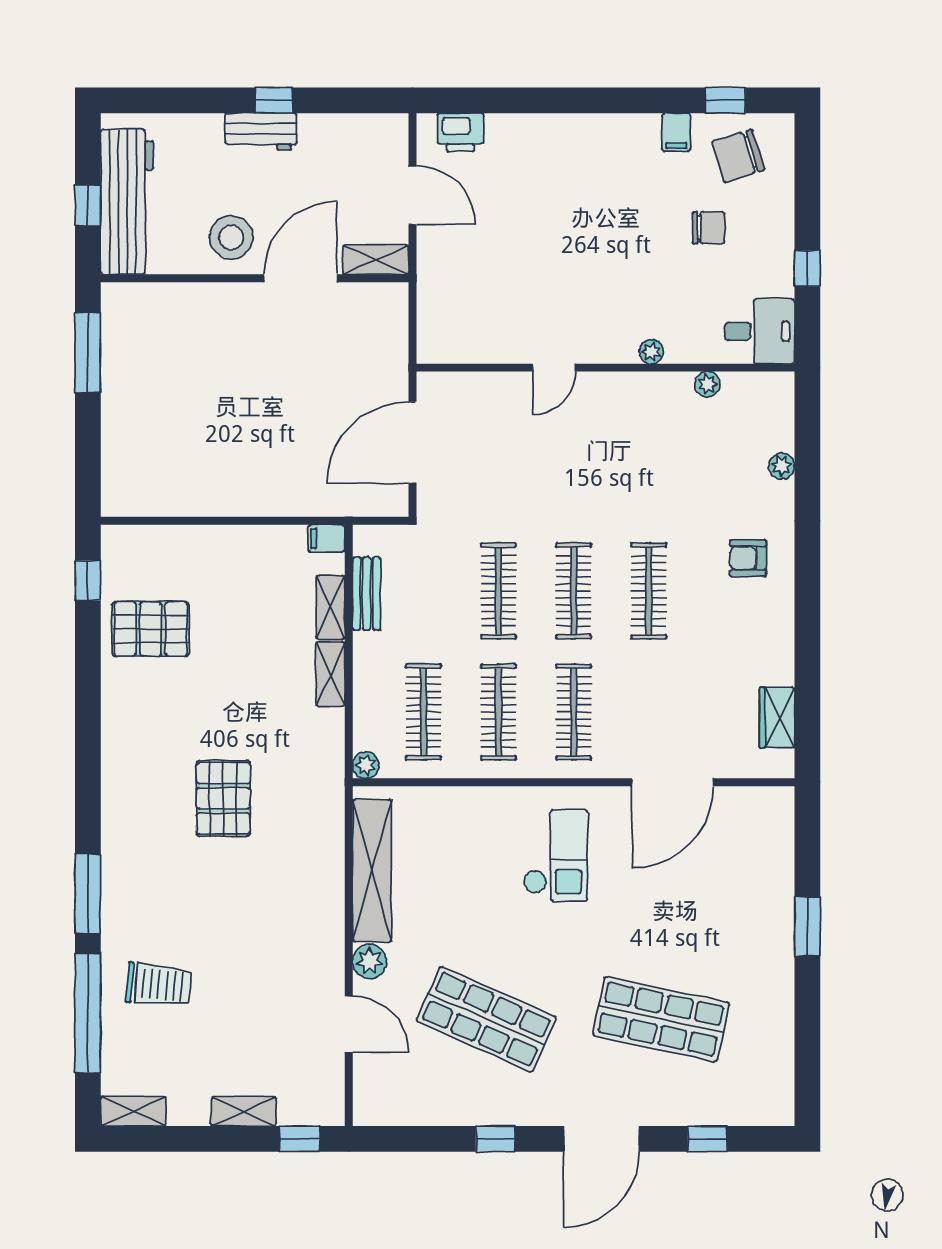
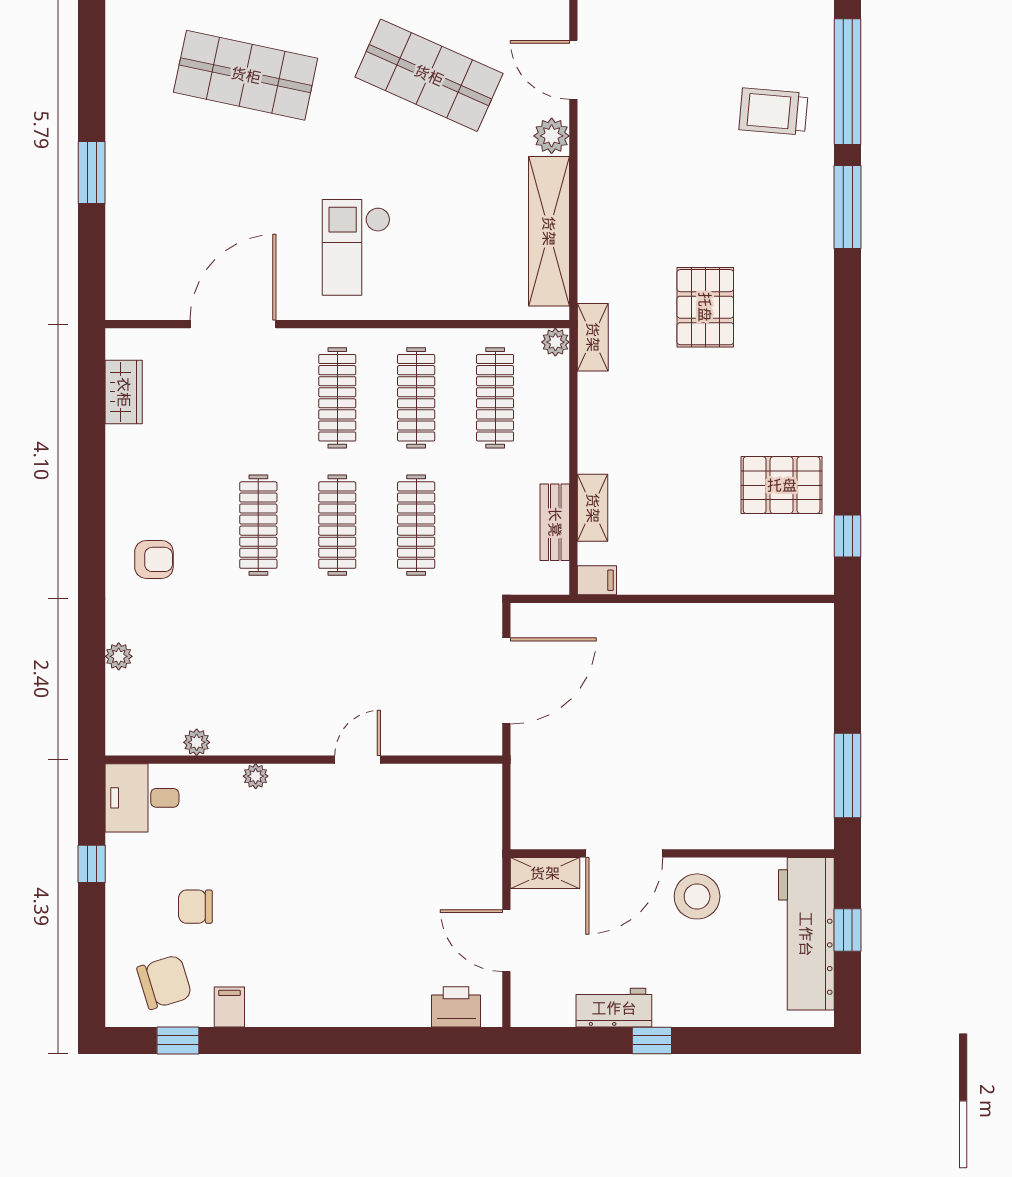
workbench: (261, 132) -> (614, 1008), moved
shelving: (330, 674) -> (593, 337), moved

